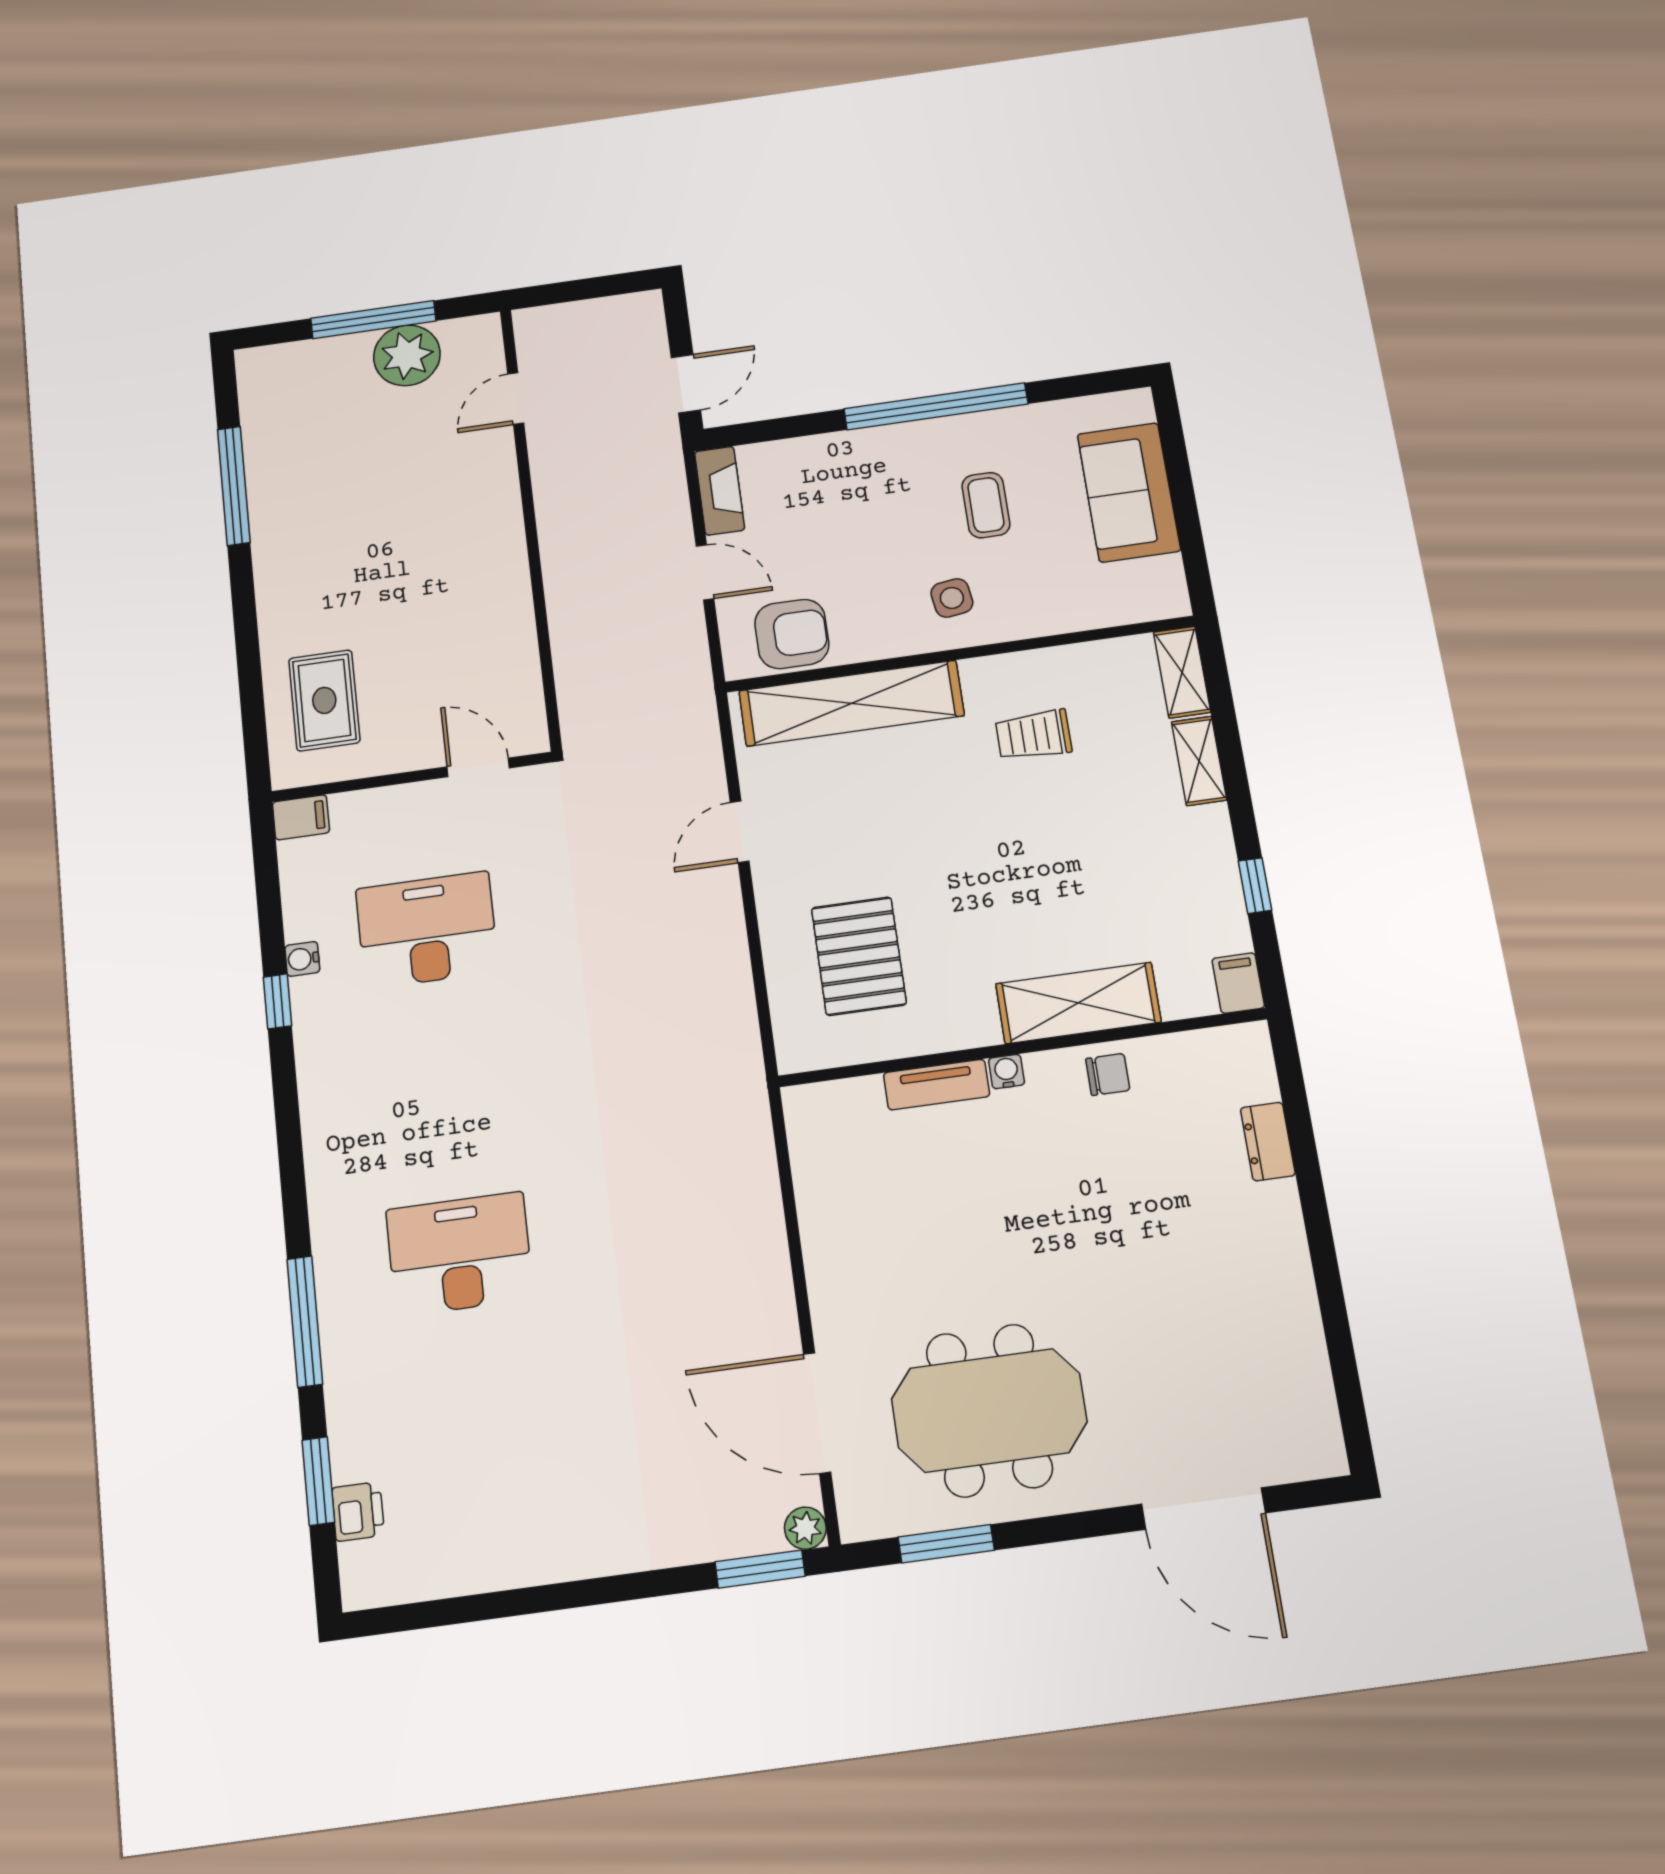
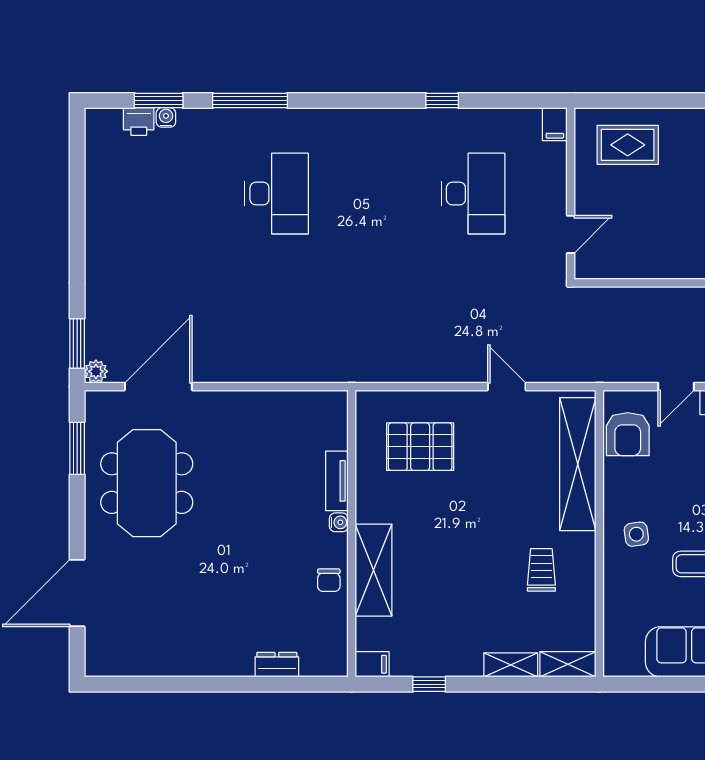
water cooler: (302, 959) -> (166, 117), moved

